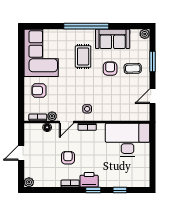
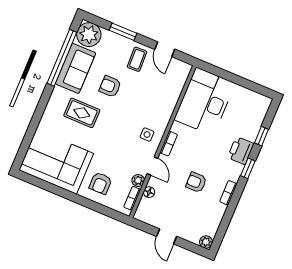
window: (86, 26) -> (62, 58), moved
plant: (145, 34) -> (89, 35), width x1.87, depth x1.87
coffee table: (133, 69) -> (137, 59), moved
printer: (89, 180) -> (241, 151), moved

